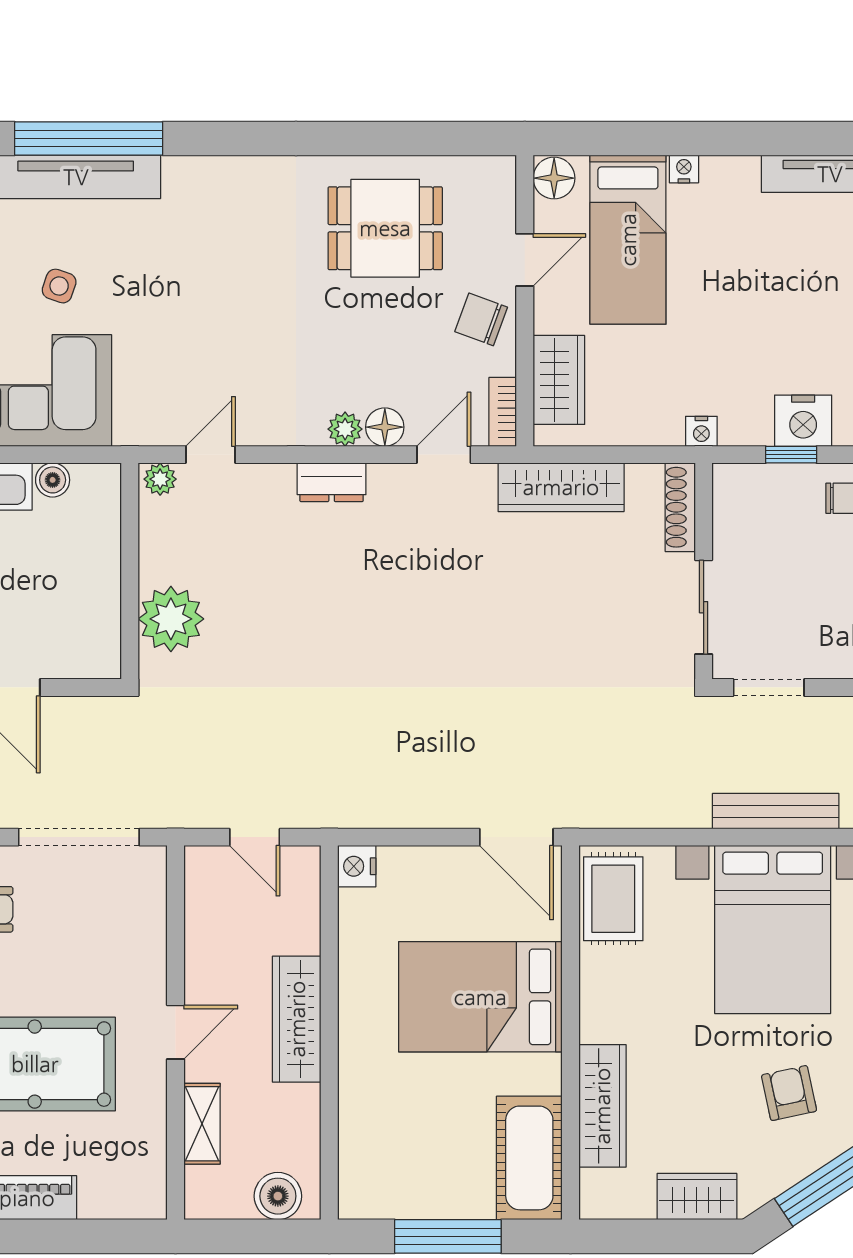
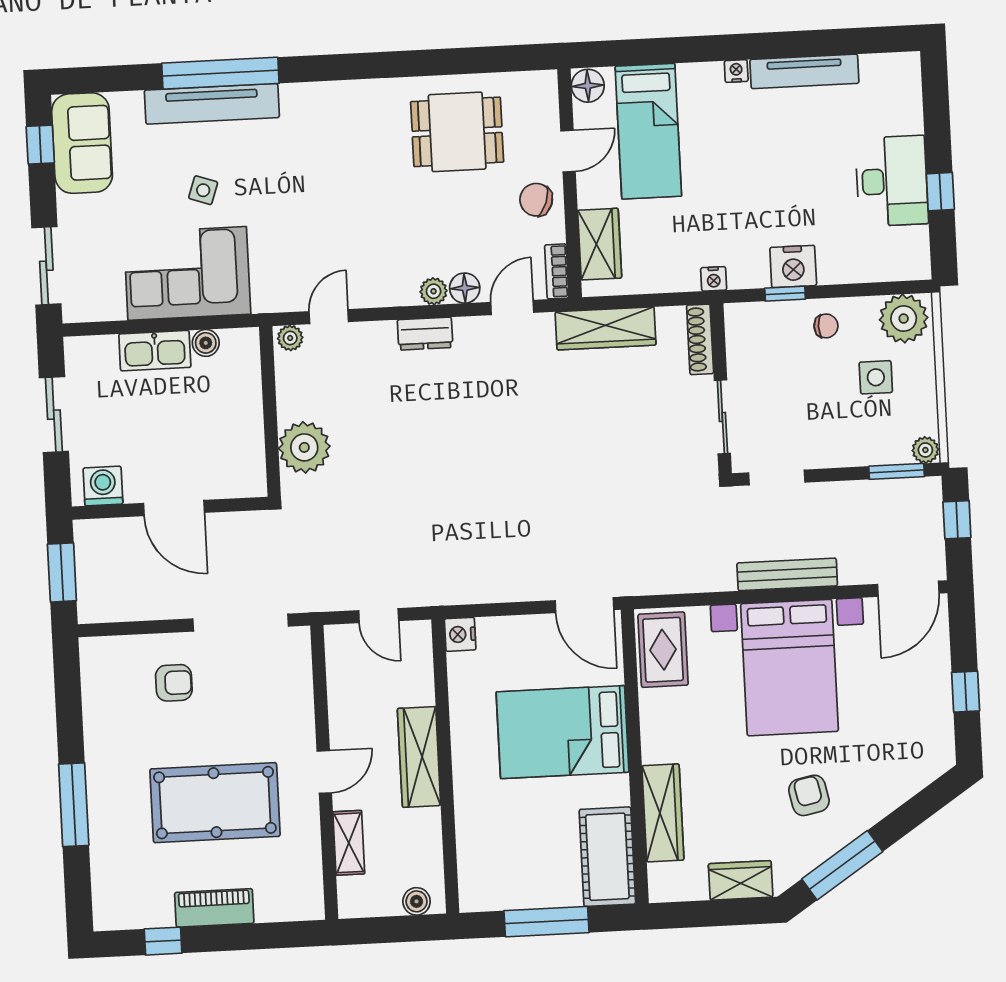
nightstand: (684, 169) -> (736, 71), moved
boiler: (278, 1196) -> (417, 901), width x0.73, depth x0.73

